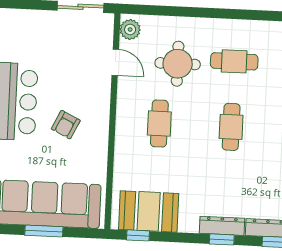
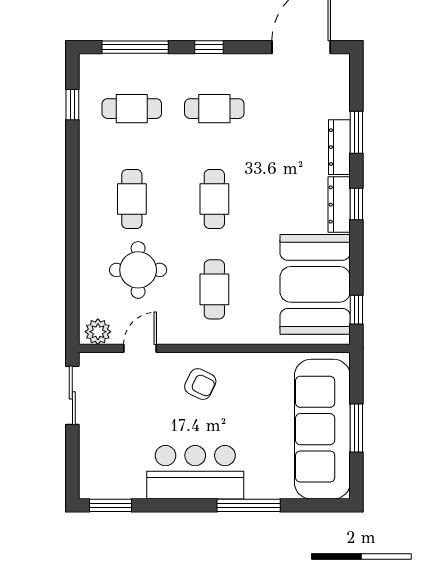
cafe table: (159, 124) -> (214, 289), turned 90
armchair: (66, 125) -> (200, 384), moved
cafe table: (231, 127) -> (214, 199), turned 90
booth: (149, 211) -> (315, 284), width x1.36, depth x1.42

